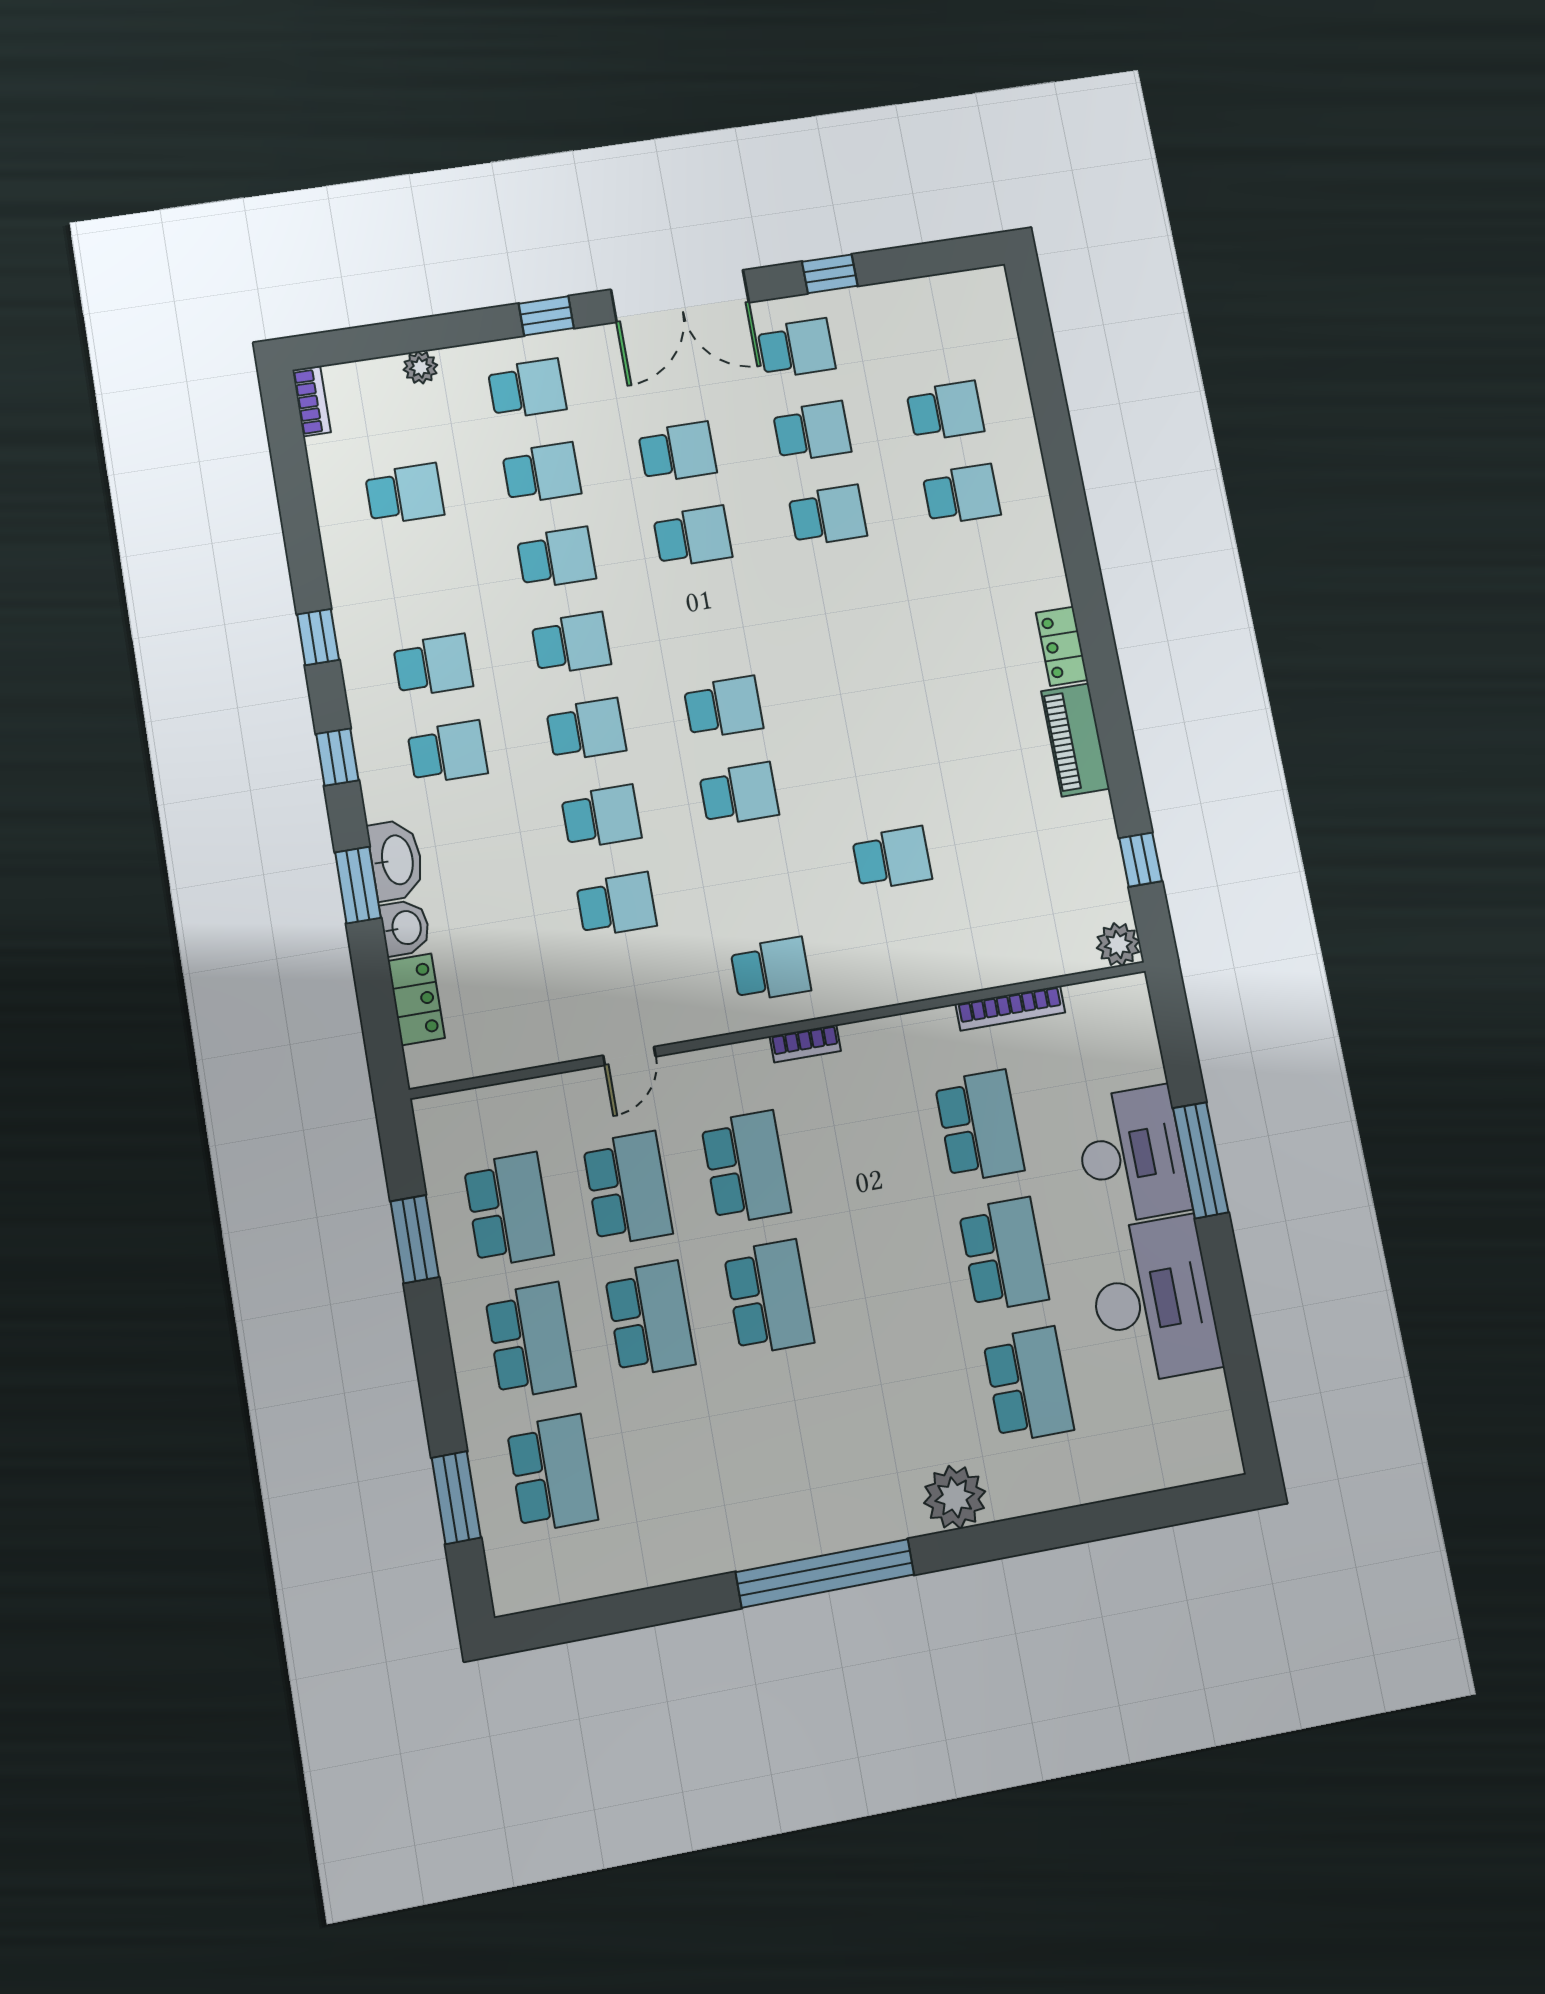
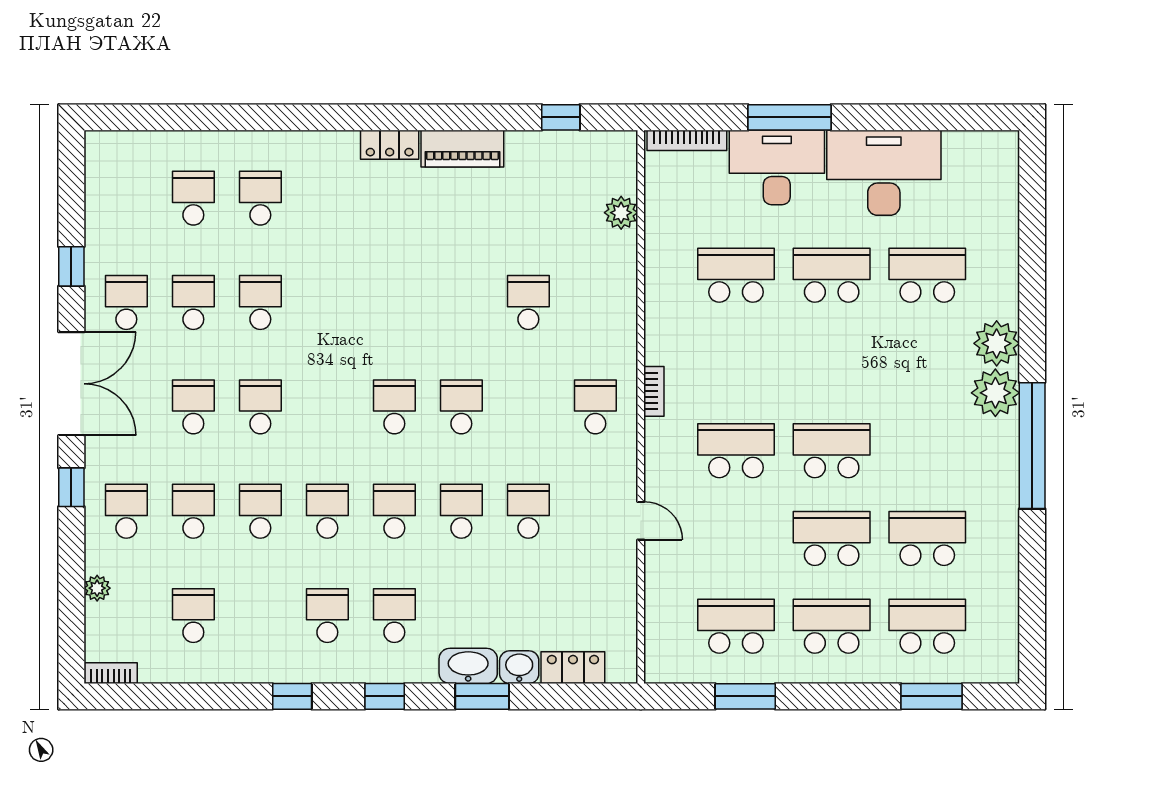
plant: (1118, 944) -> (621, 213), moved
bookcase: (1010, 1008) -> (687, 140), moved, turned 90
school desk: (628, 1188) -> (927, 538), moved
plant: (888, 1508) -> (995, 393), added

